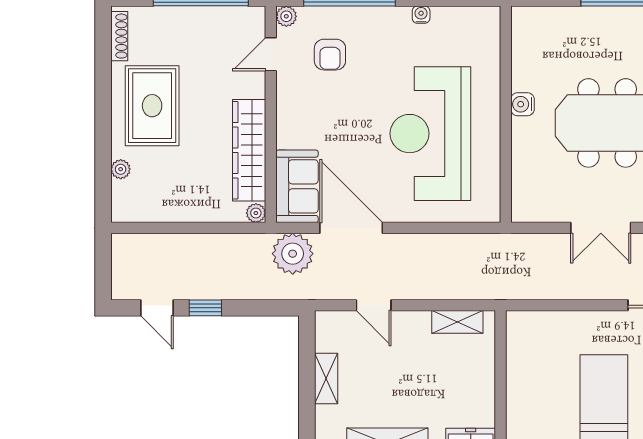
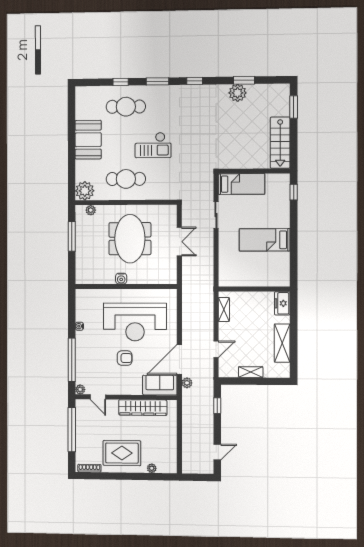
armchair: (330, 55) -> (125, 358), moved
plant: (256, 213) -> (172, 405), removed
plant: (293, 254) -> (187, 383), width x0.53, depth x0.53
window: (205, 308) -> (217, 406), moved

